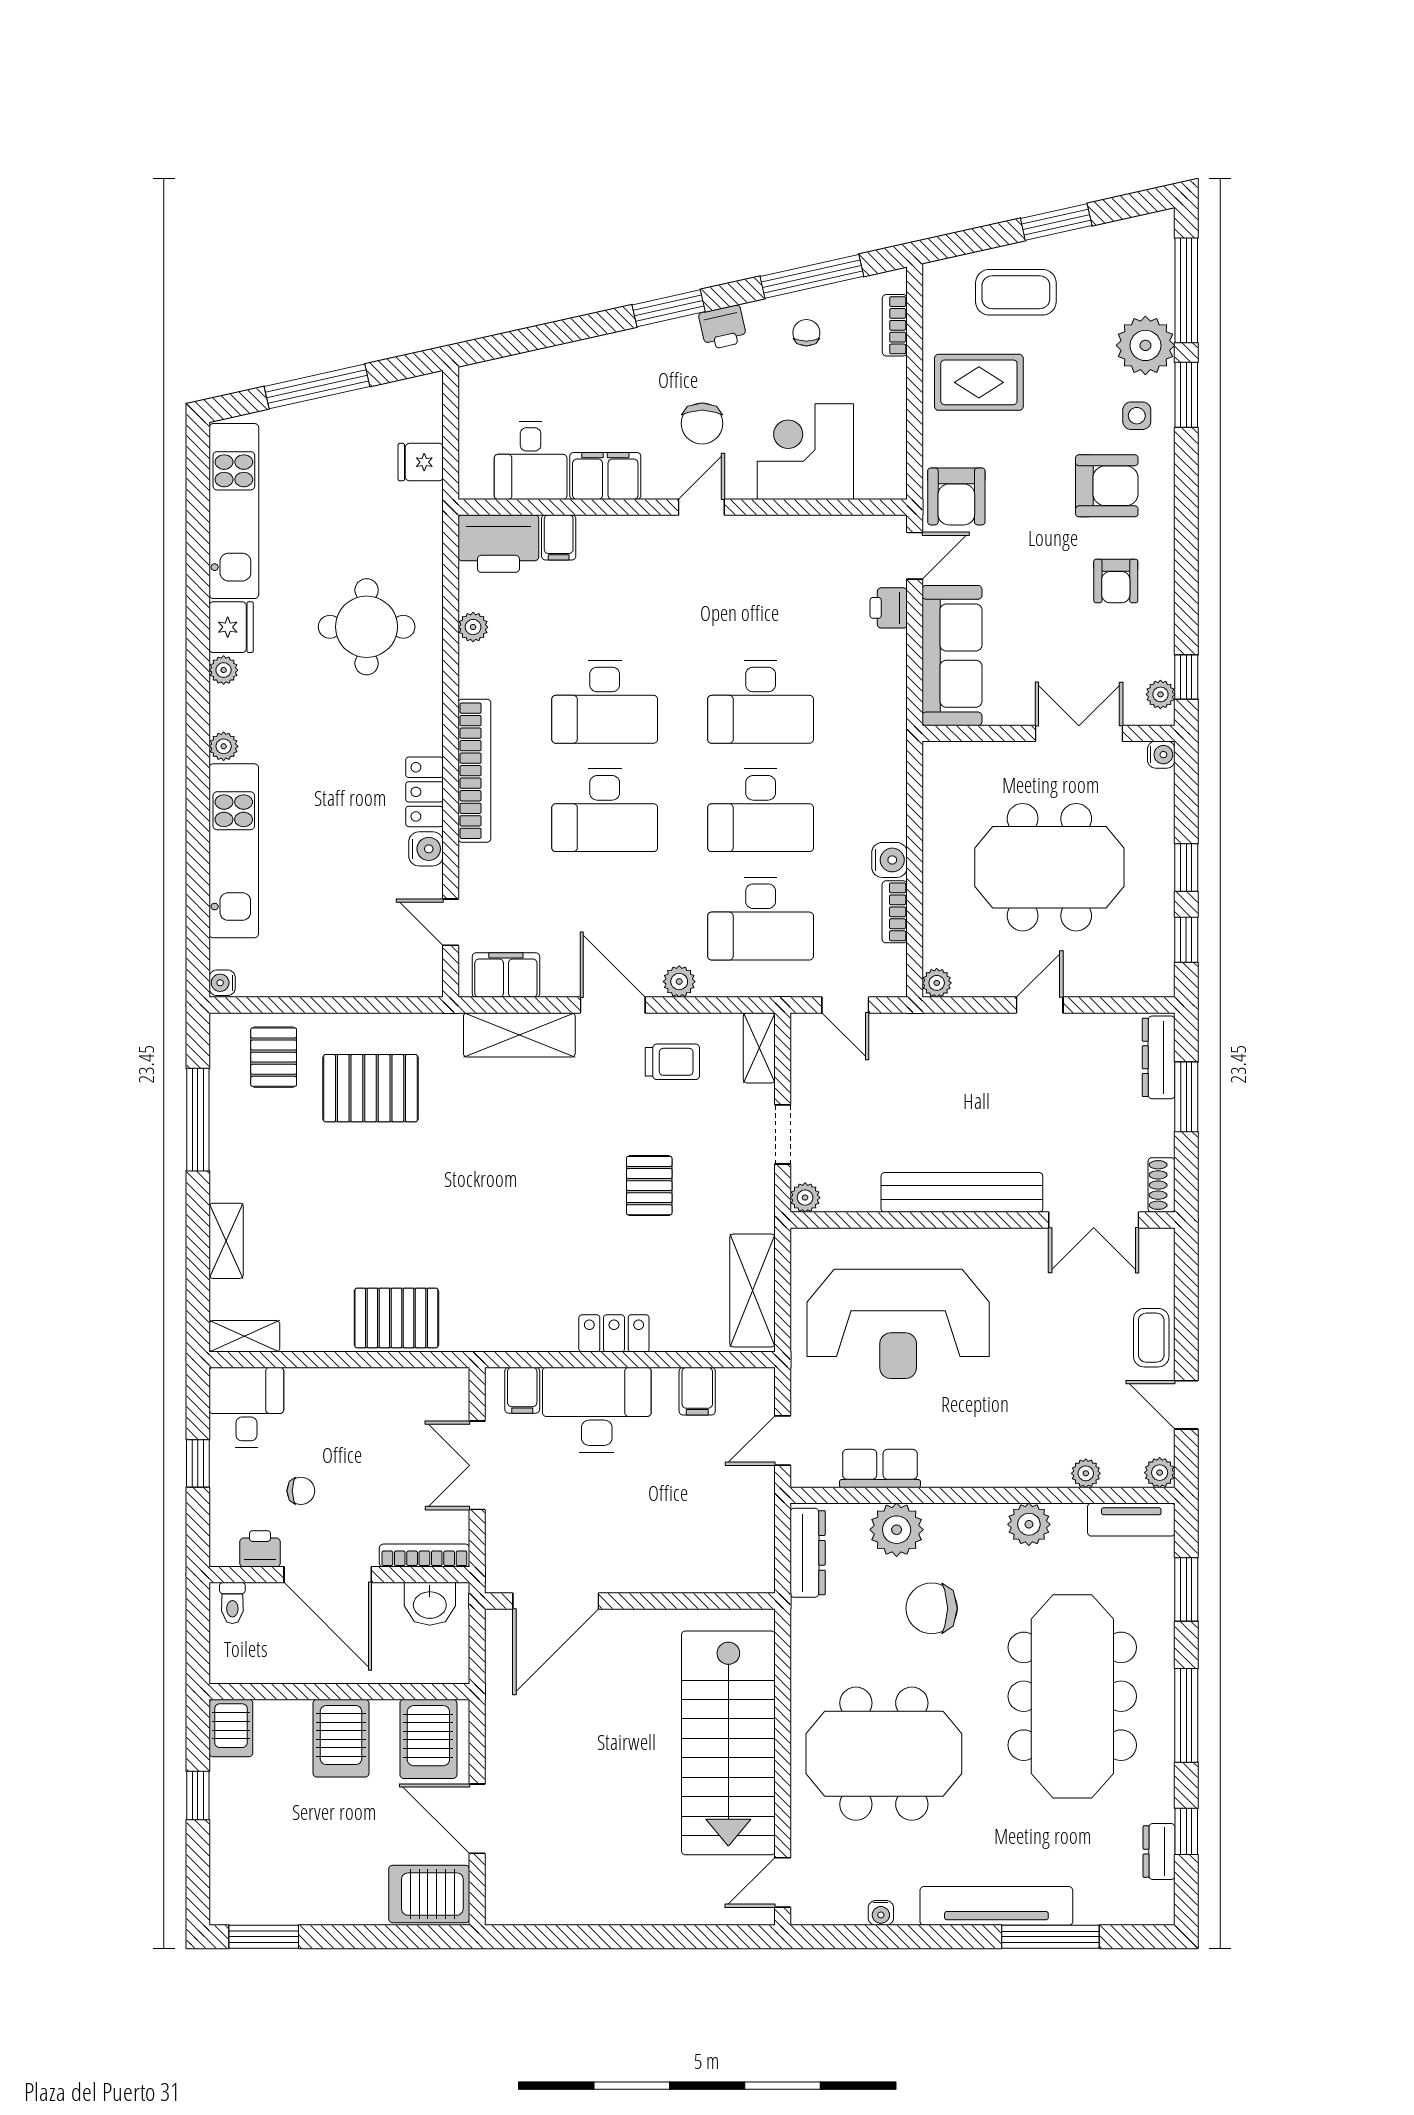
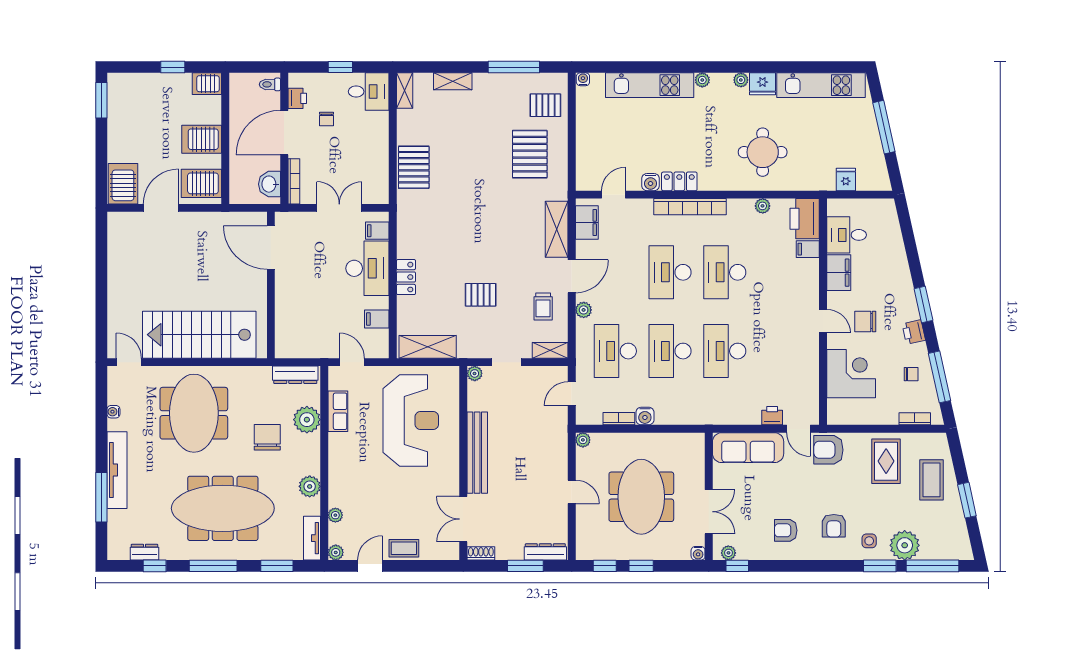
armchair: (1107, 486) -> (834, 526), width x0.72, depth x0.72
reception desk: (898, 1324) -> (411, 420), turned 180

